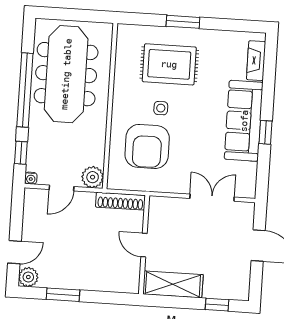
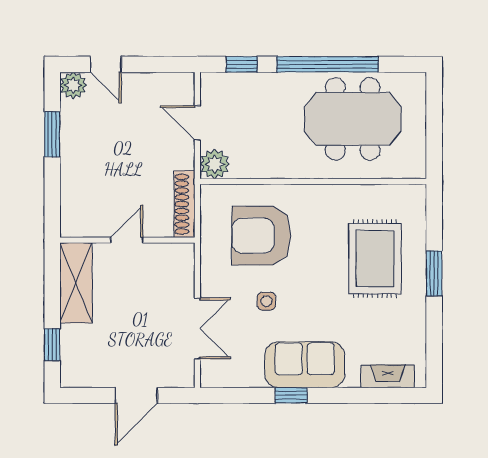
meeting table: (66, 74) -> (353, 119), width x0.73
side table: (161, 108) -> (266, 301), moved
sofa: (244, 121) -> (305, 365), width x0.73
water cooler: (31, 178) -> (208, 80), removed

